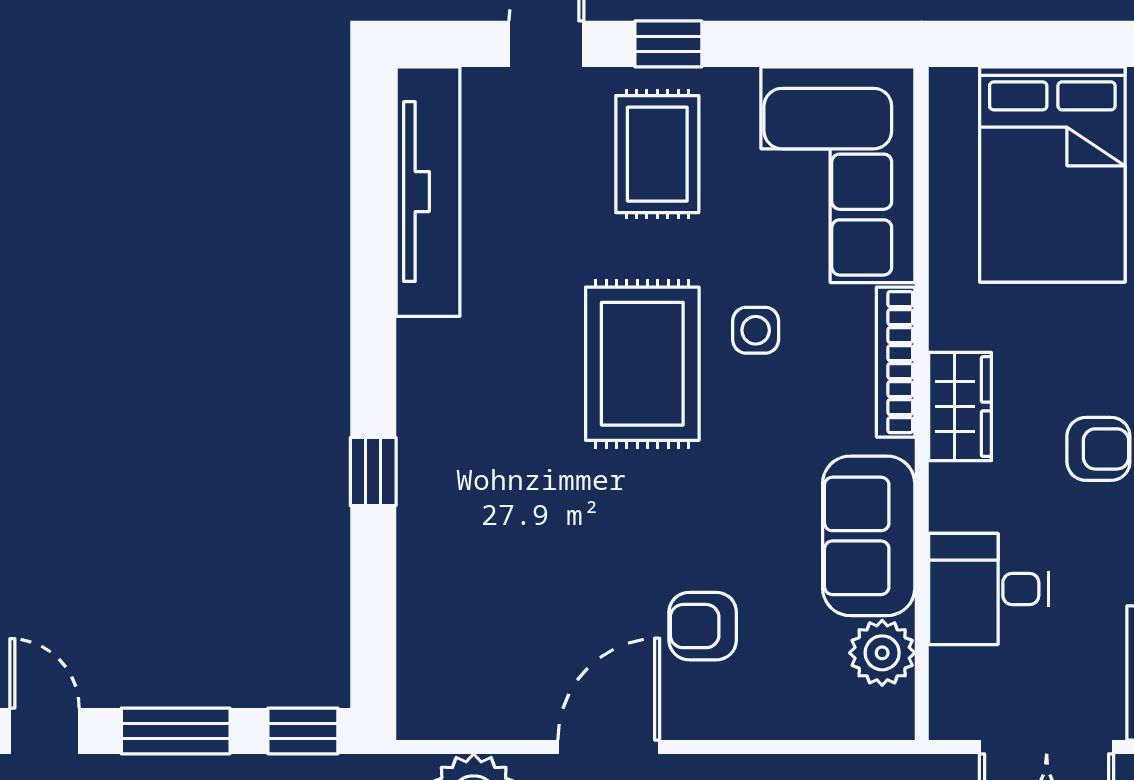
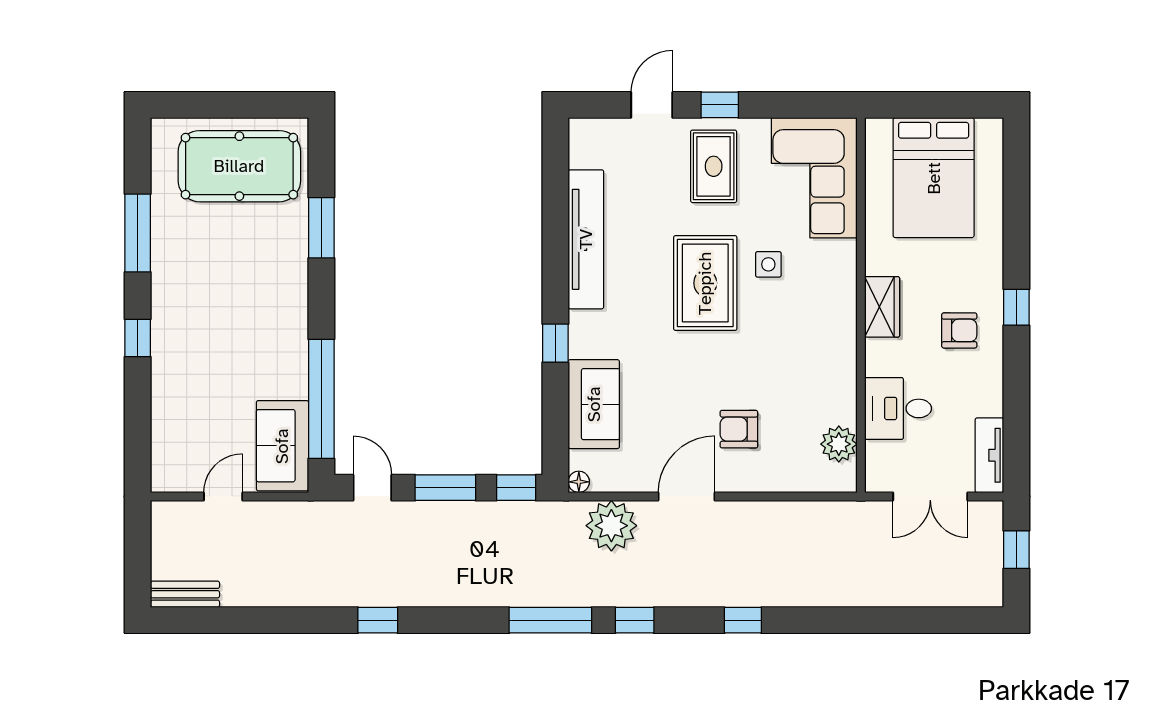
tv unit: (428, 192) -> (586, 239), moved
bookcase: (896, 362) -> (846, 282), removed
sofa: (869, 536) -> (594, 404), moved, turned 180
floor lamp: (415, 721) -> (579, 482), added

